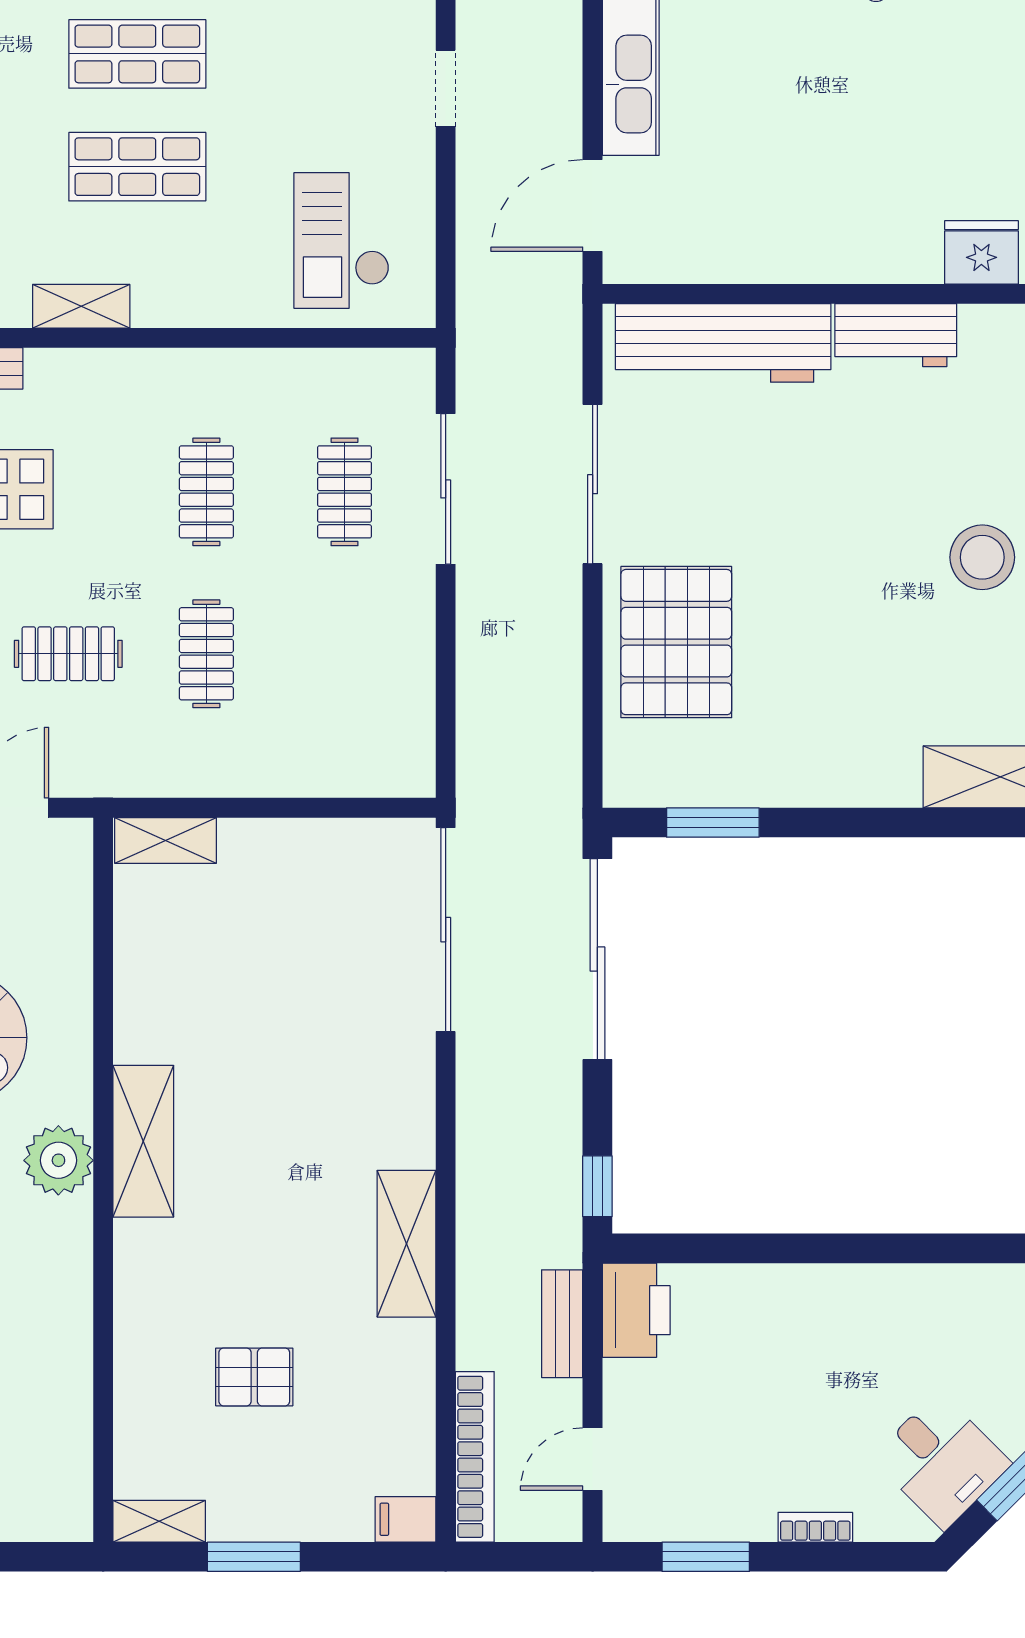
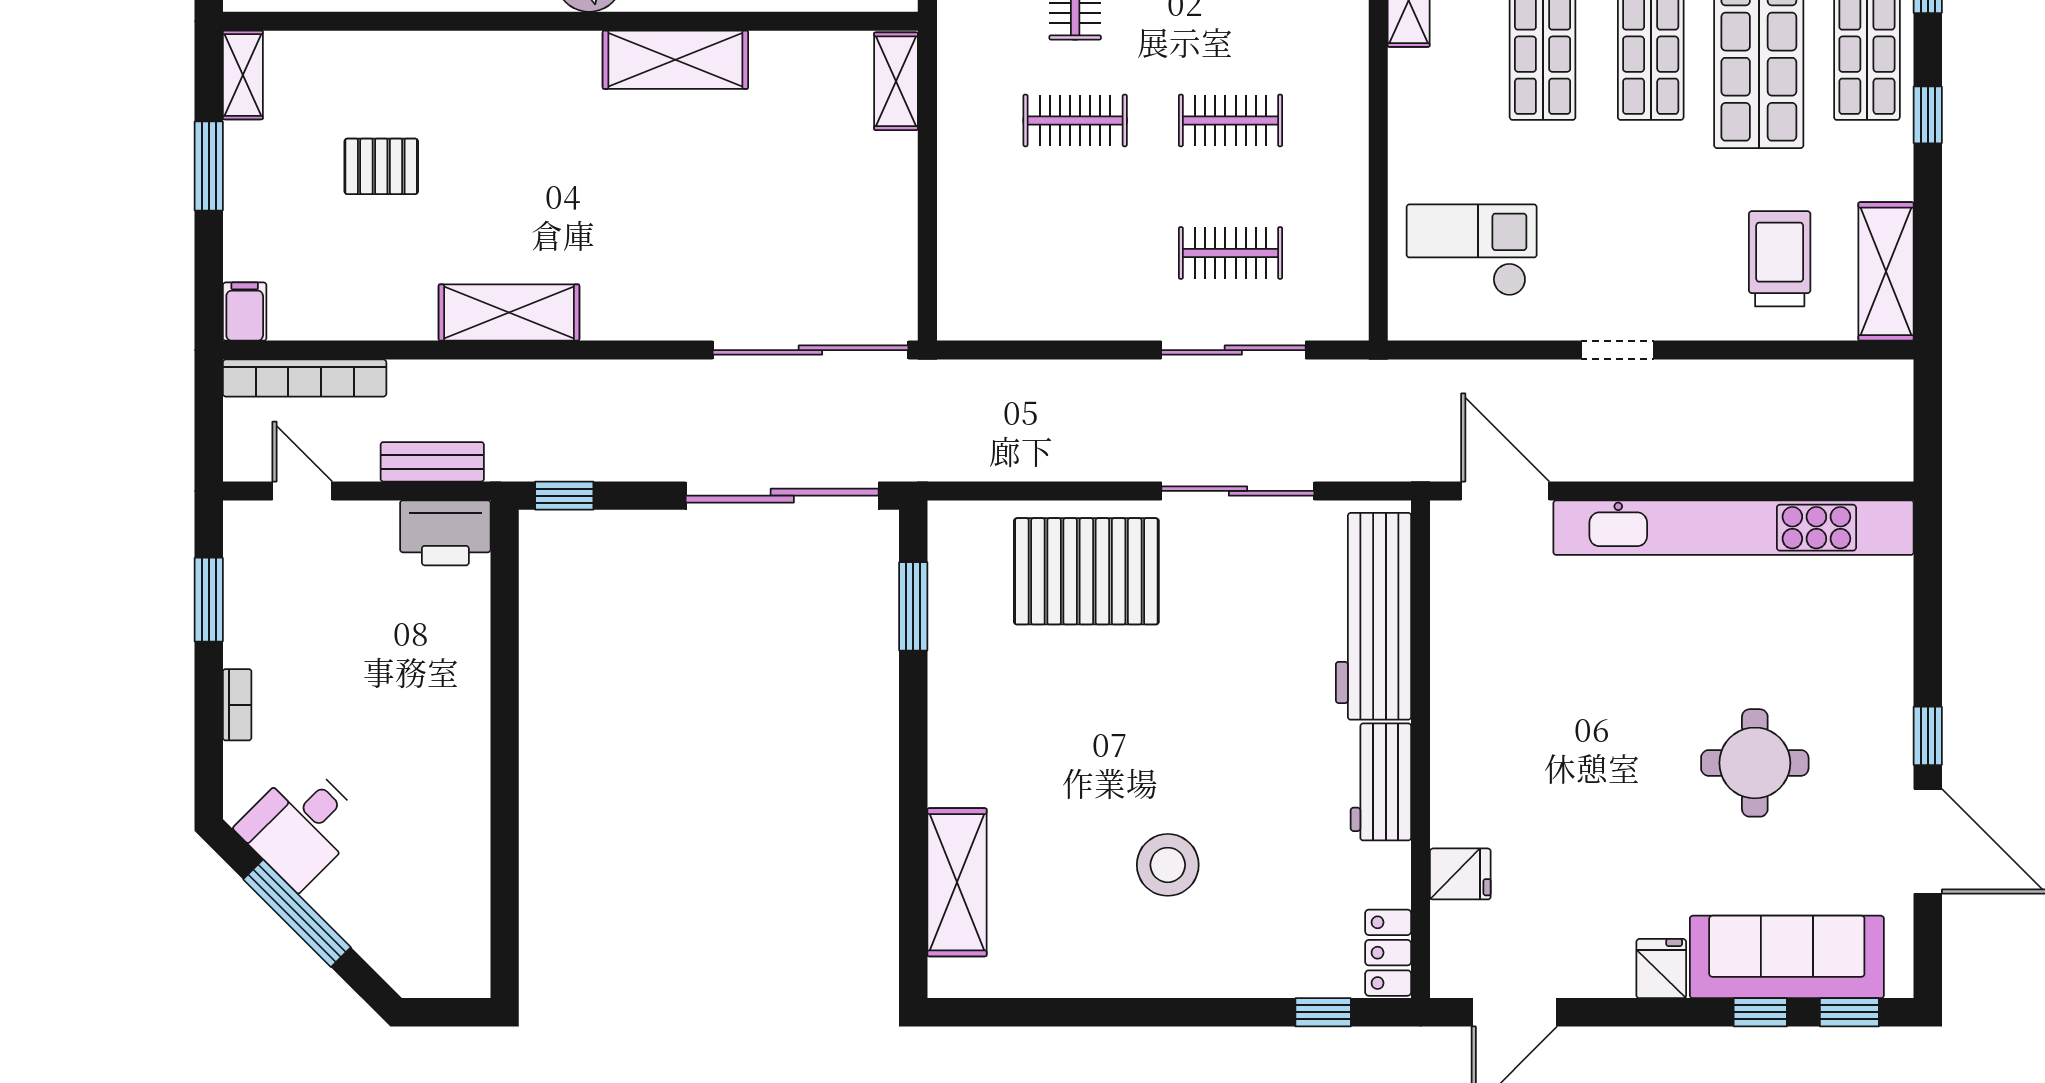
fridge: (981, 252) -> (1460, 874), width x0.72
shelving: (143, 1141) -> (675, 60), moved
pallet: (254, 1377) -> (381, 166), turned 90

